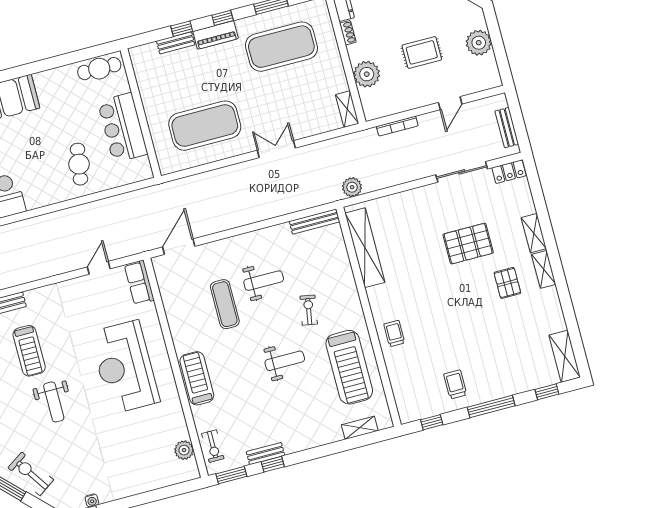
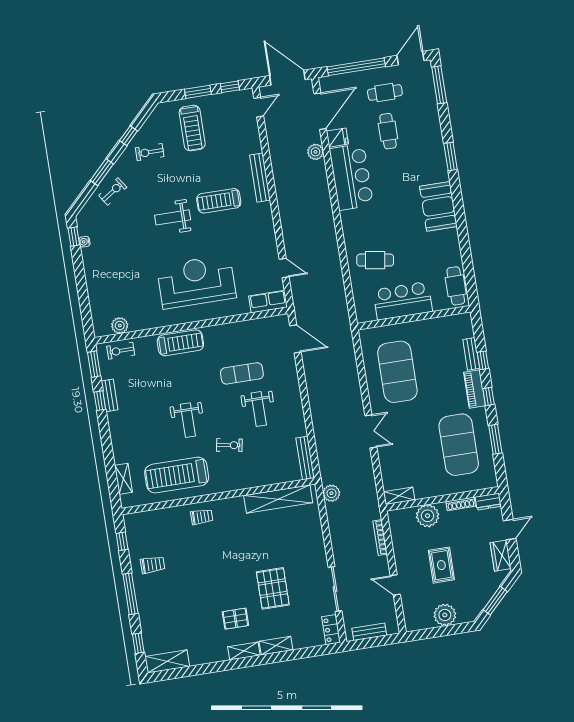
shoe rack: (348, 33) -> (461, 504), width x1.43
exercise bike: (31, 474) -> (113, 191), width x0.73, depth x0.72

